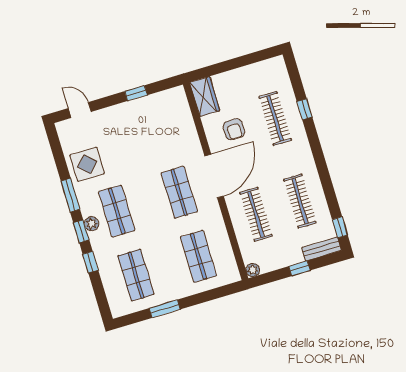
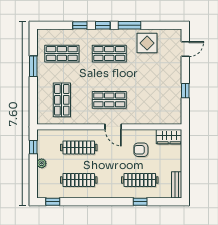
door: (214, 176) -> (113, 127), width x0.53
plant: (92, 224) -> (106, 34), removed
bench: (322, 249) -> (177, 185), moved
shop shelf: (198, 256) -> (62, 100), turned 90
window: (299, 268) -> (33, 147), moved
plant: (253, 270) -> (42, 163), moved

